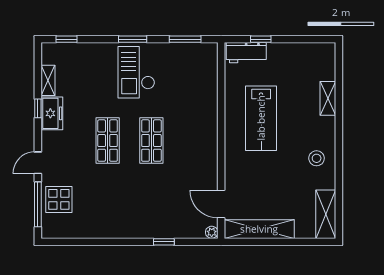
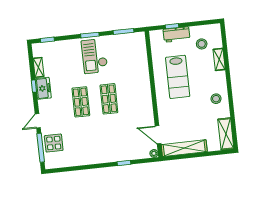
workbench: (246, 53) -> (176, 34), moved
stool: (304, 71) -> (202, 44), added

